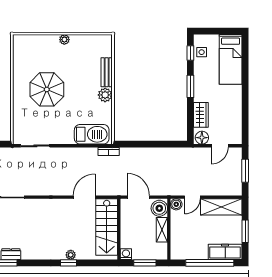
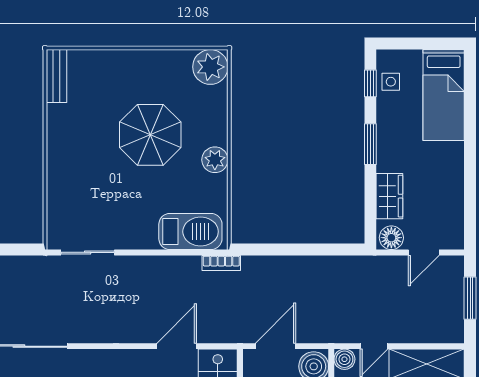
plant: (64, 40) -> (210, 67), moved, width x1.87, depth x1.87
bench: (107, 72) -> (57, 76), moved
parasol: (47, 89) -> (150, 135), moved
door: (138, 197) -> (275, 346), hinge flipped

